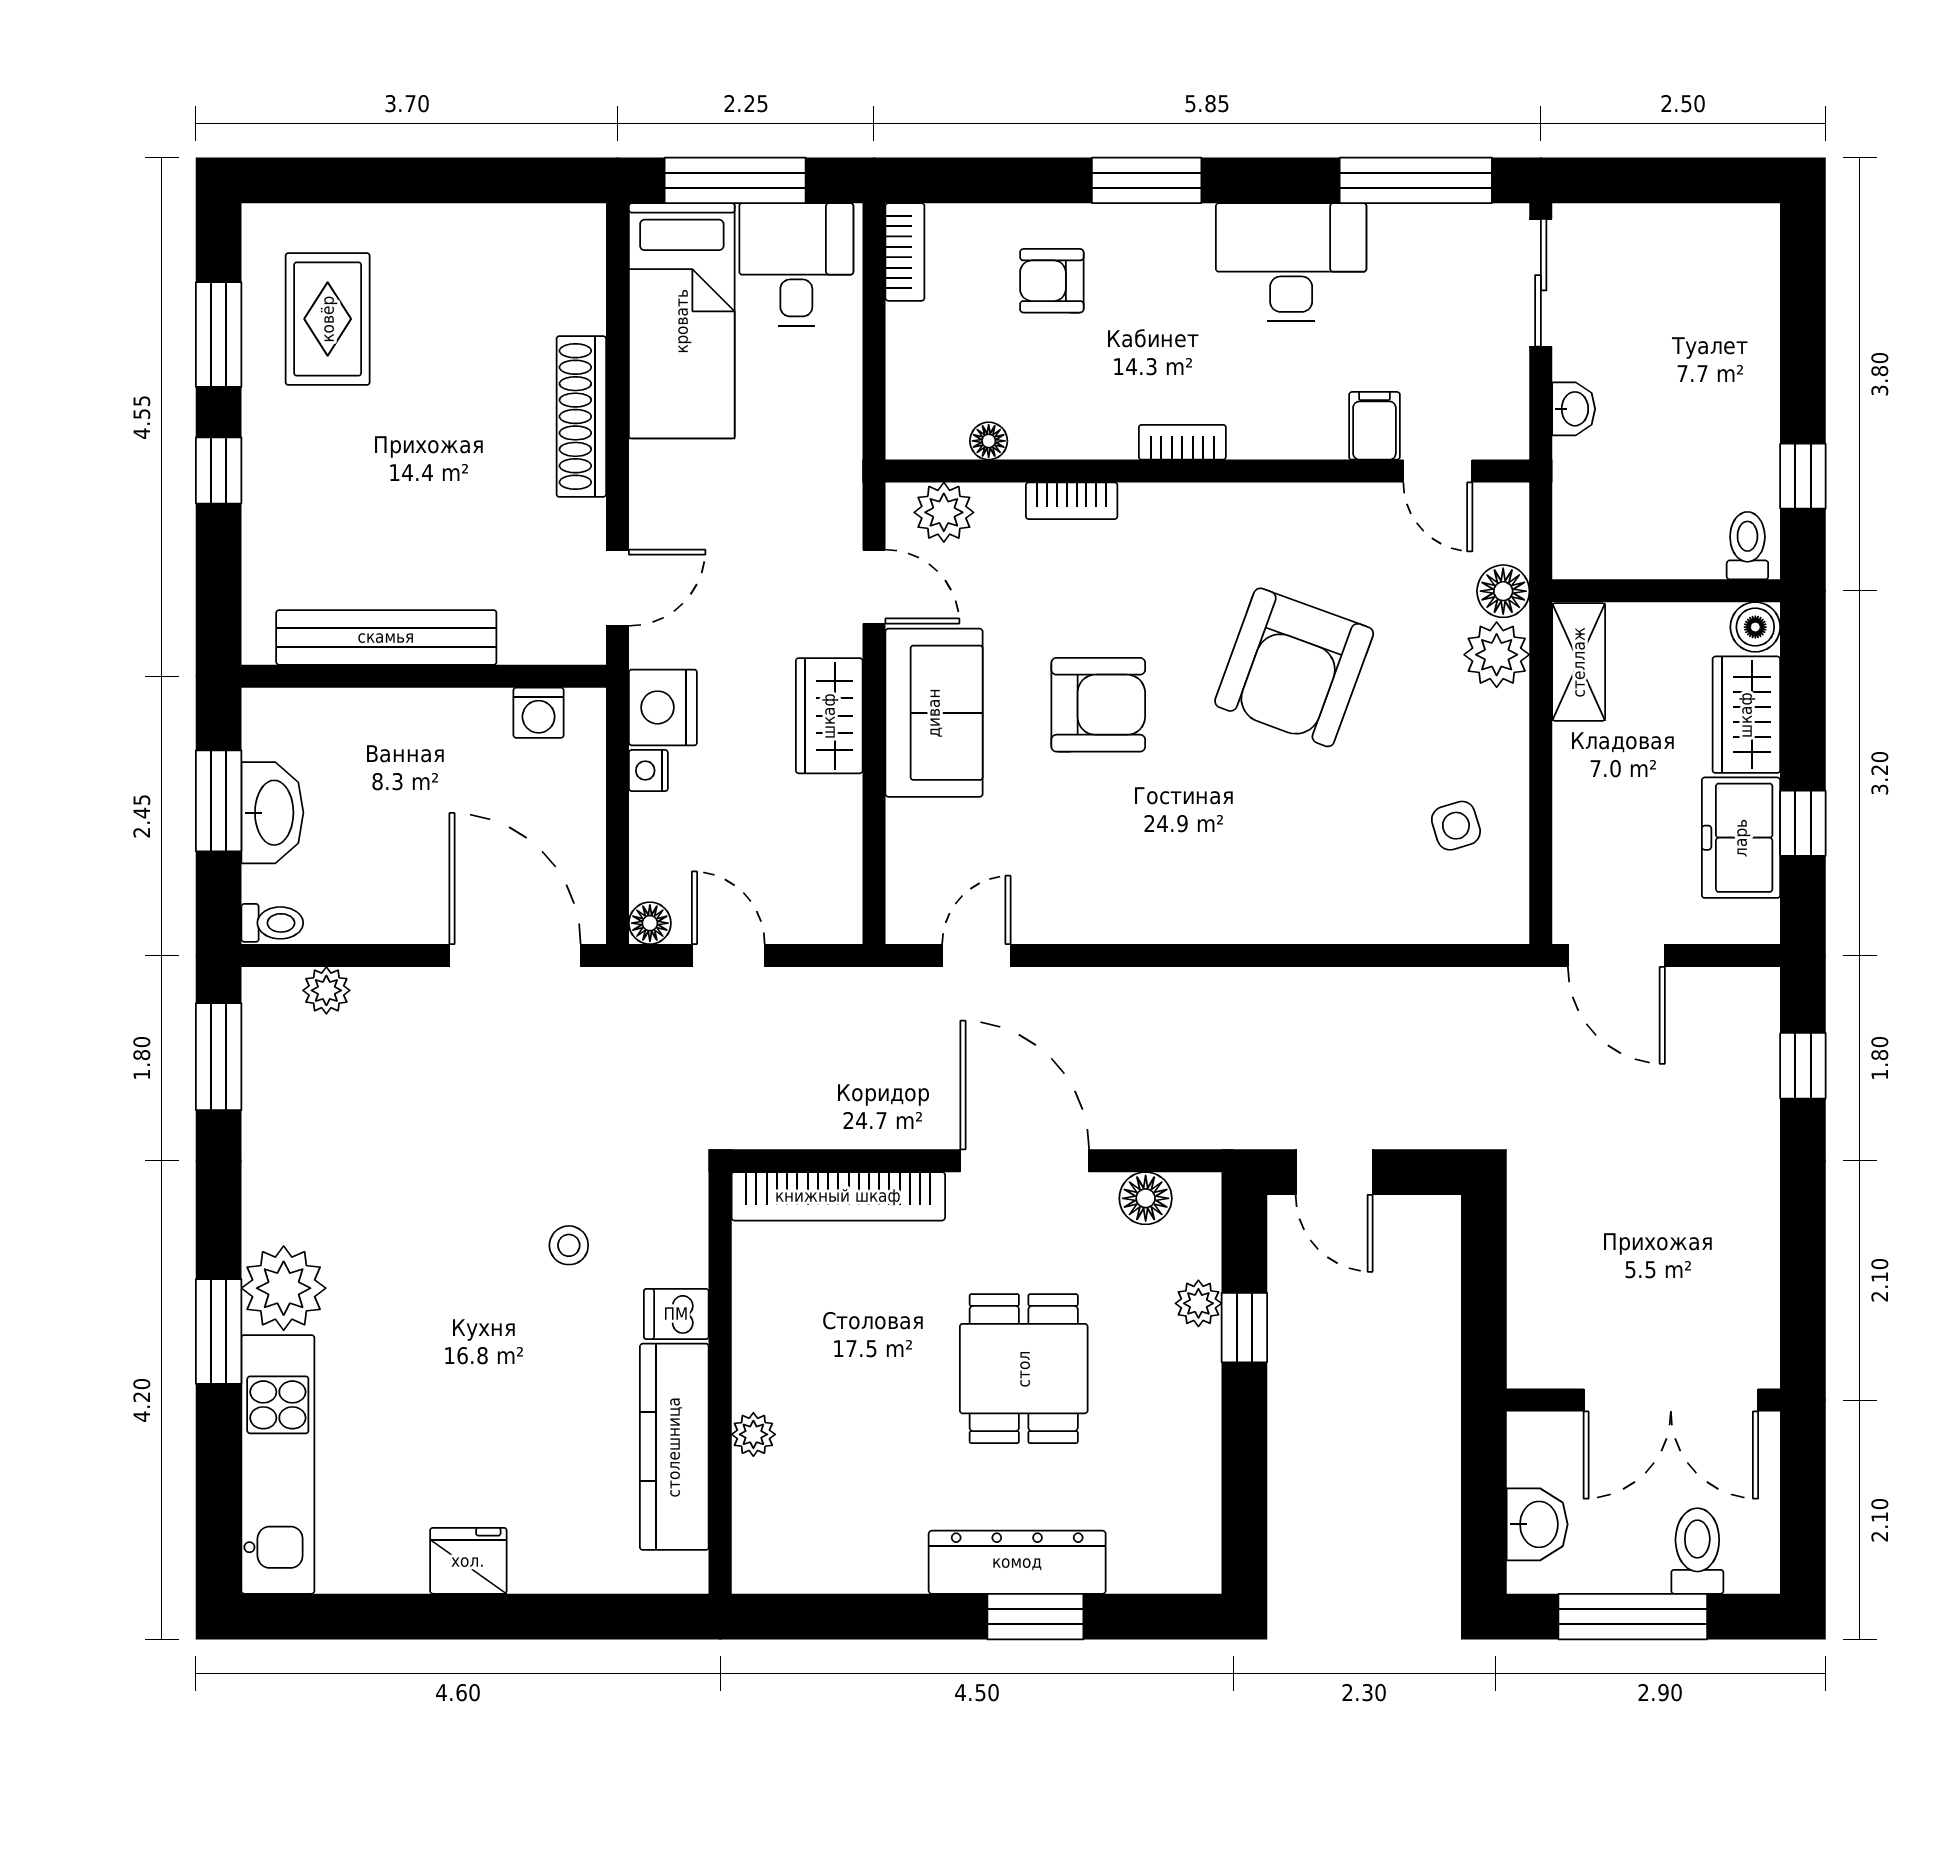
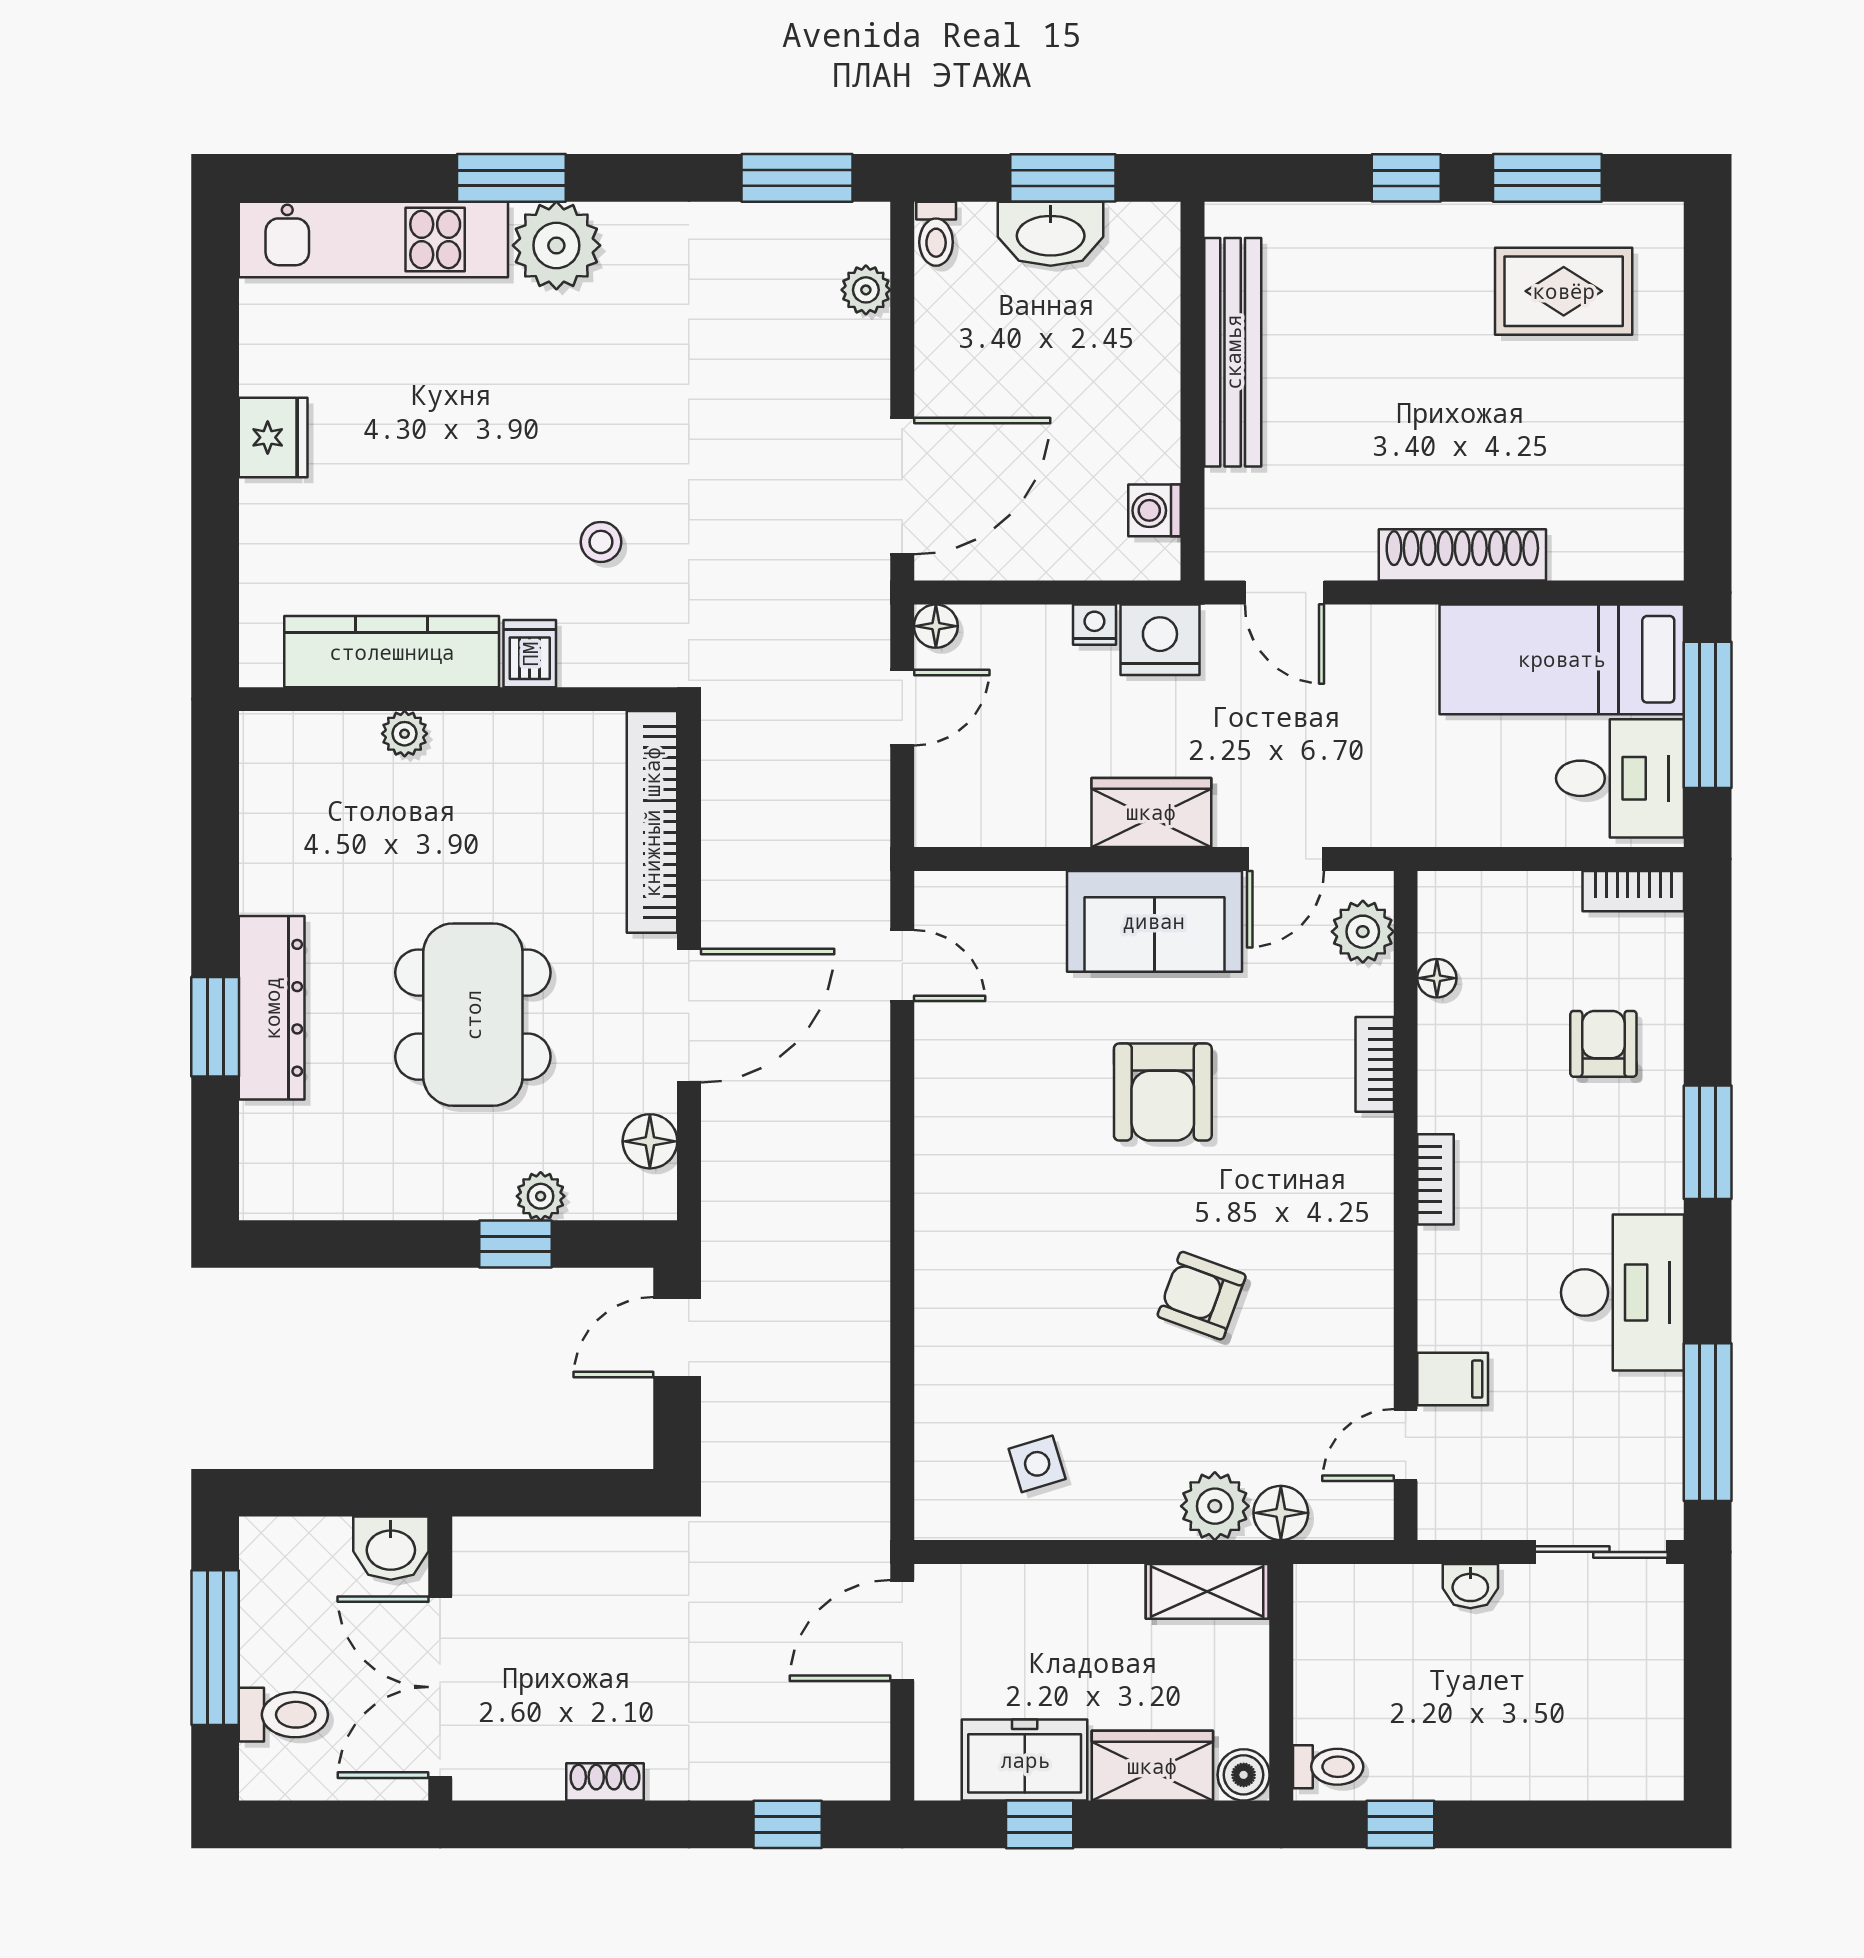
armchair: (1294, 667) -> (1202, 1296), width x0.53, depth x0.53
shoe rack: (1762, 1241) -> (605, 1782), added
dining table: (1024, 1369) -> (473, 1015), width x1.38
washbasin: (1537, 1524) -> (391, 1548), moved

